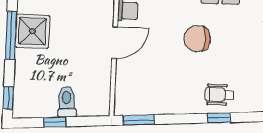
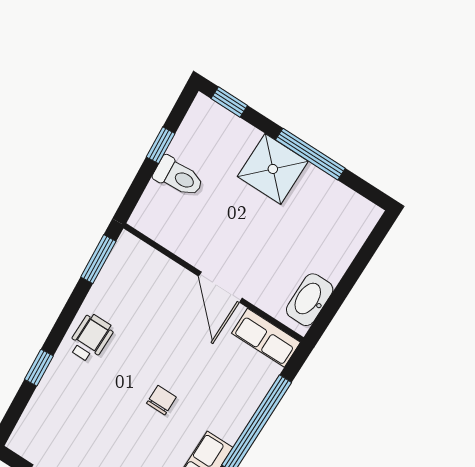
shower: (32, 31) -> (273, 169), moved
chair: (197, 39) -> (161, 400), width x0.54, depth x0.54
wheelchair: (219, 95) -> (91, 338), moved

